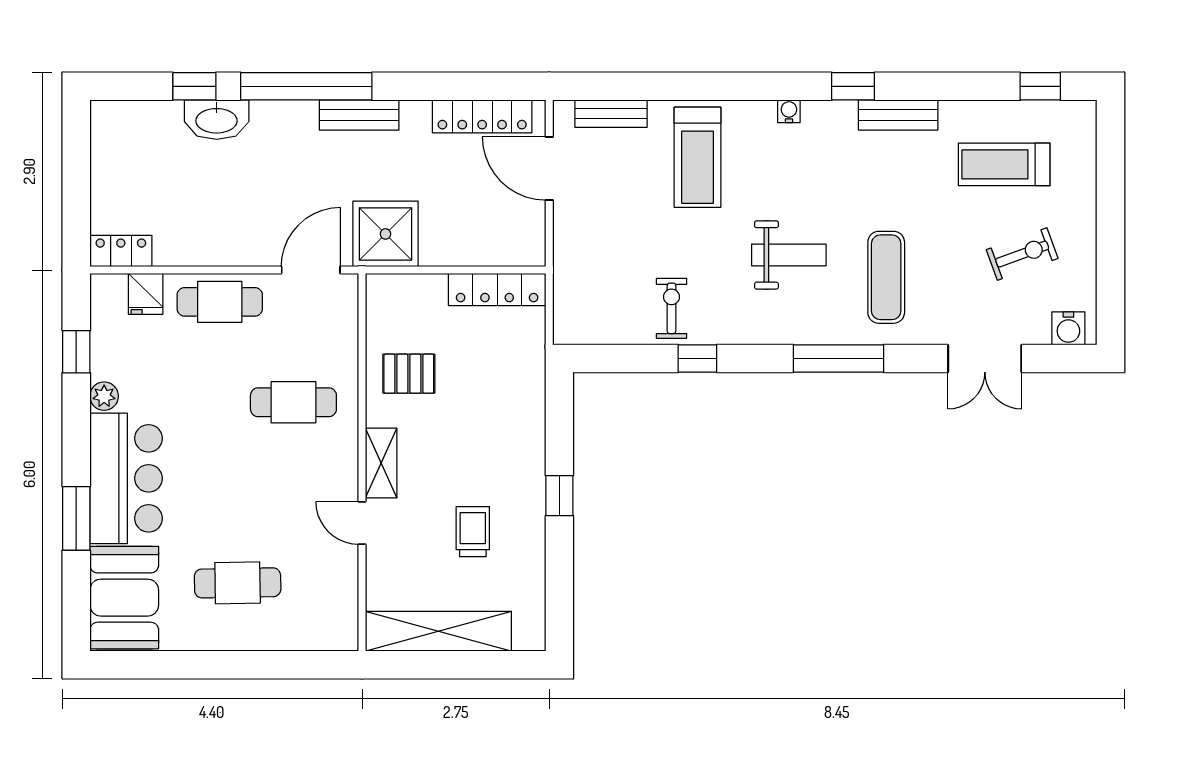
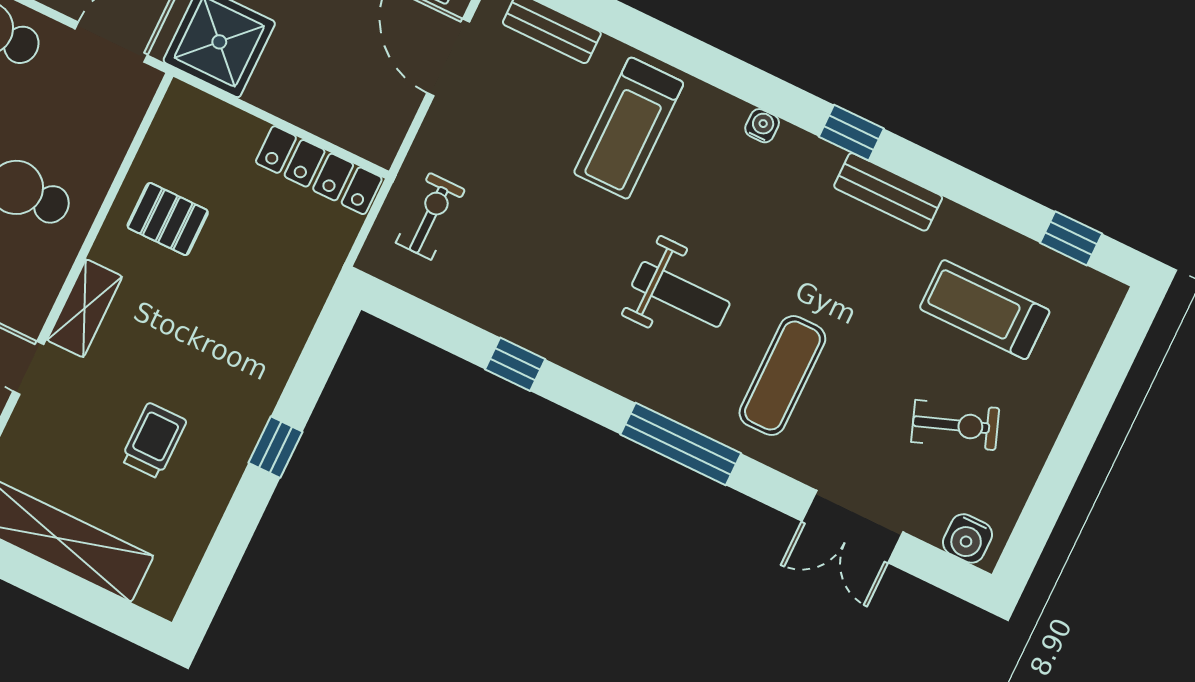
exercise bike: (672, 308) -> (430, 216), moved

